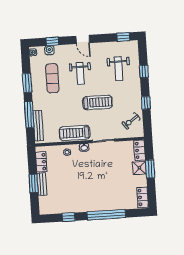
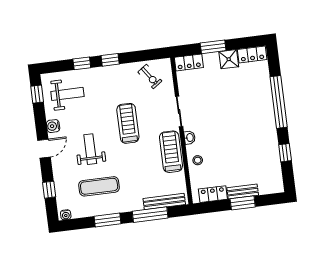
water cooler: (49, 50) -> (53, 126), moved
weight bench: (119, 69) -> (67, 94), moved
weight bench: (80, 74) -> (90, 149), turned -90
window: (146, 103) -> (110, 60), moved
treadmill: (75, 133) -> (171, 152), turned 180
shower: (139, 168) -> (229, 59), moved

